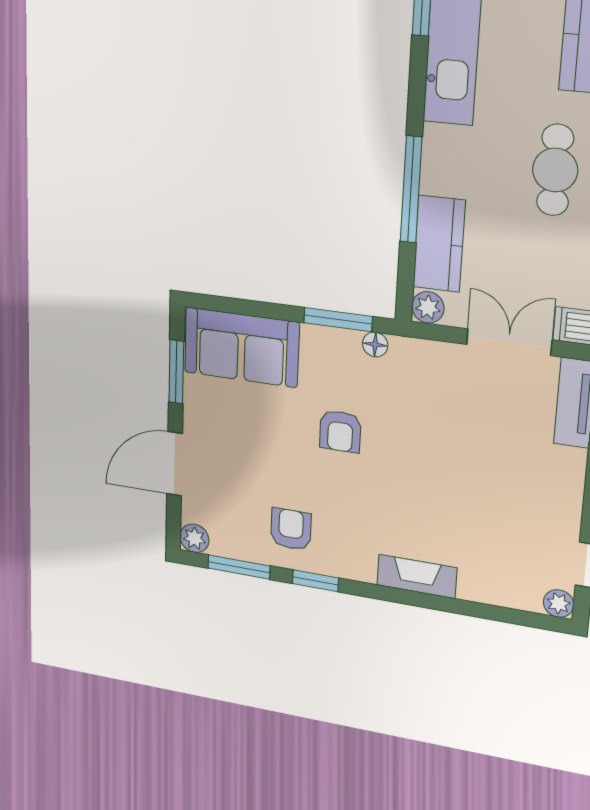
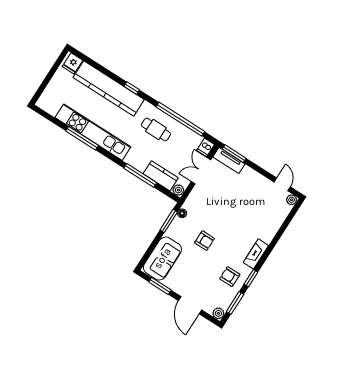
fireplace: (417, 576) -> (256, 254), moved

